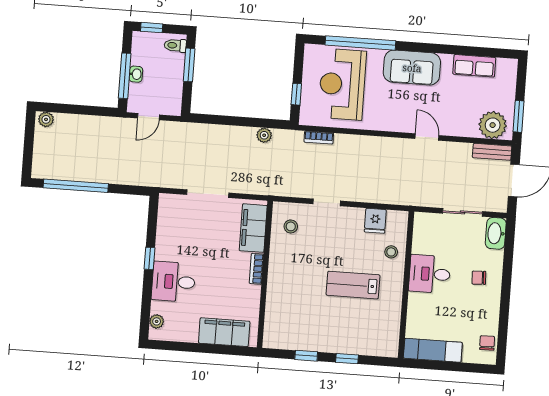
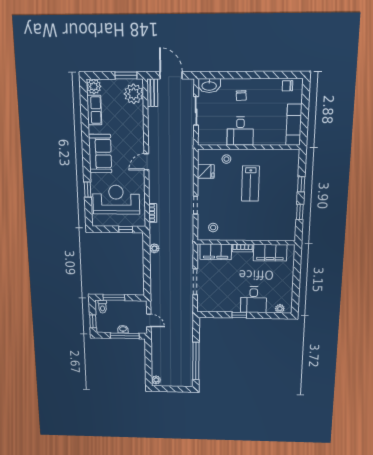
window: (360, 43) -> (88, 189), width x0.32
plant: (507, 69) -> (94, 87), added
reception desk: (342, 84) -> (116, 200), turned 180
door: (427, 137) -> (146, 162), moved
filing cabinet: (224, 332) -> (270, 253), moved, turned -90

